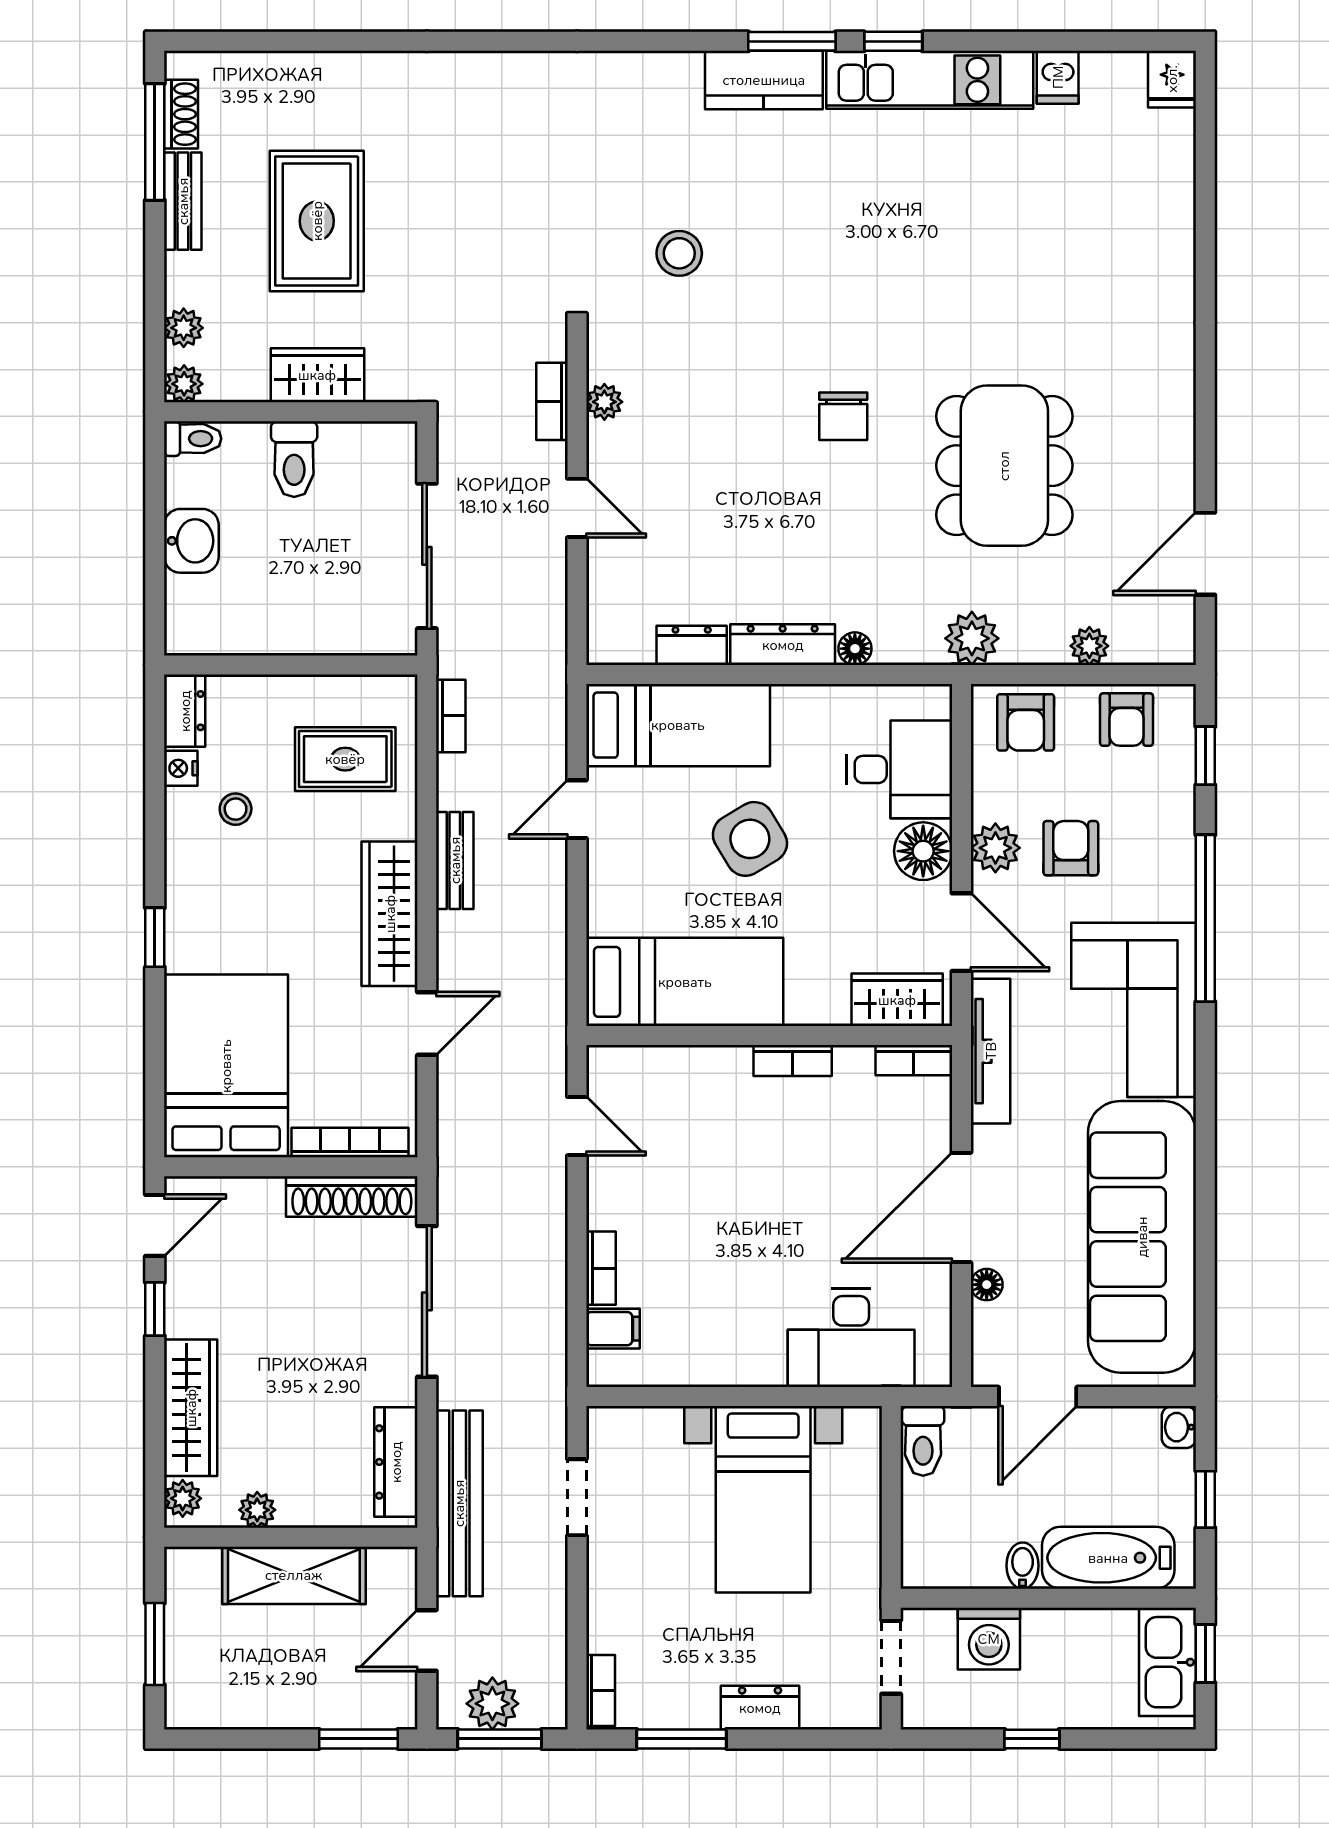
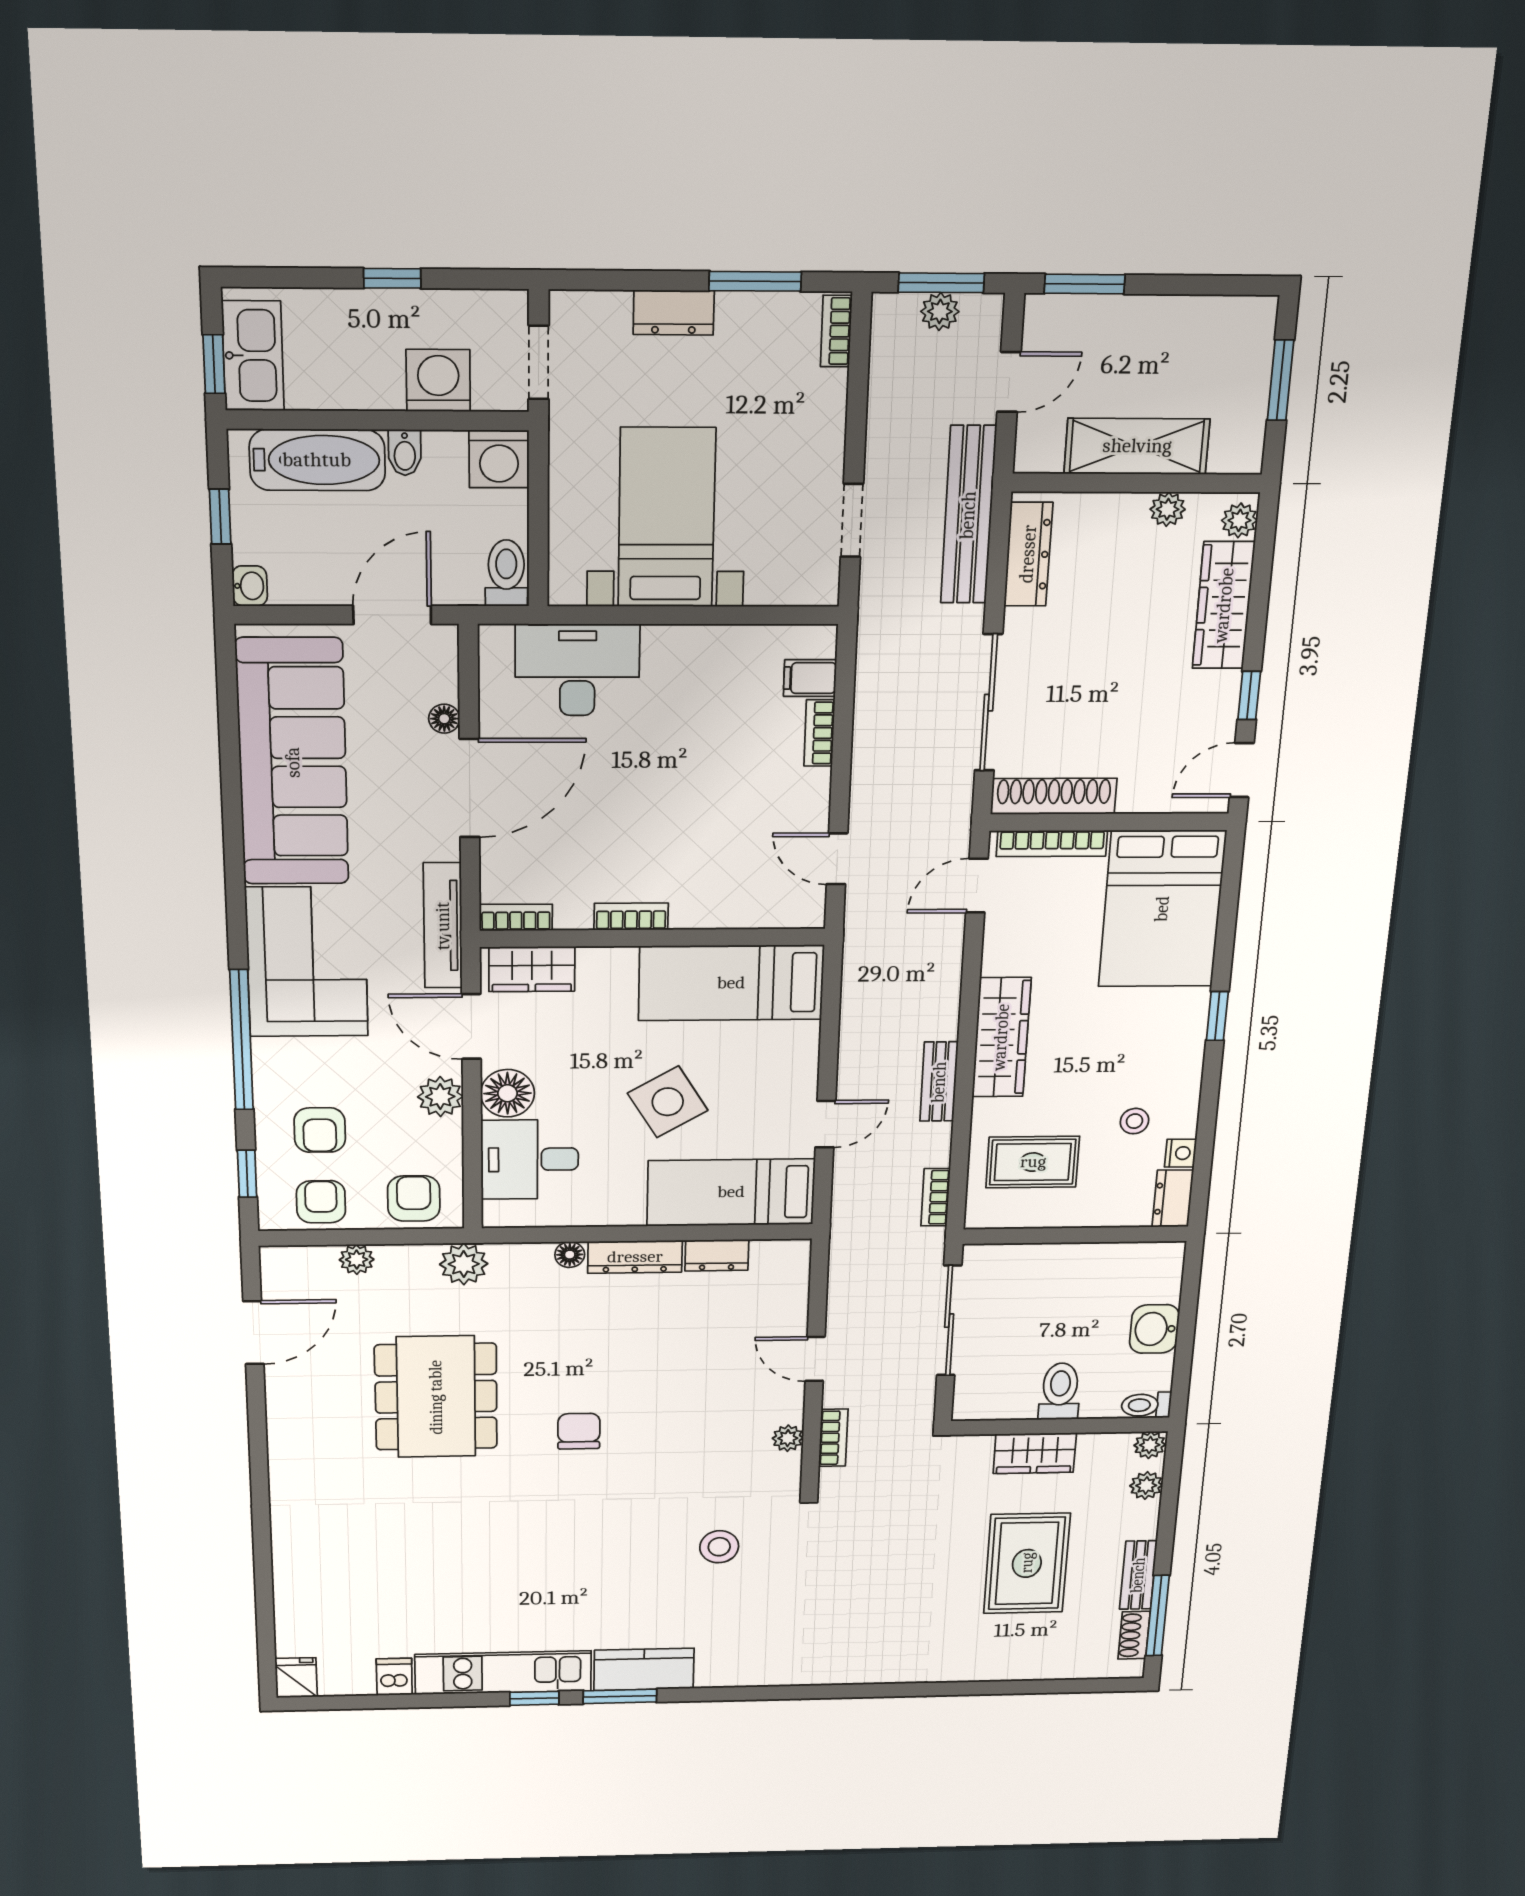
armchair: (1071, 848) -> (320, 1130), moved
door: (427, 1024) -> (977, 886), moved
washing machine: (930, 1559) -> (499, 459), added
plant: (492, 1704) -> (940, 311), width x0.73, depth x0.73

